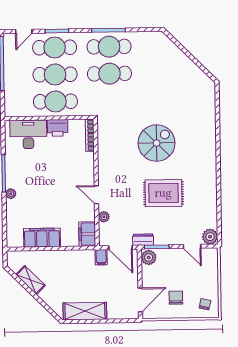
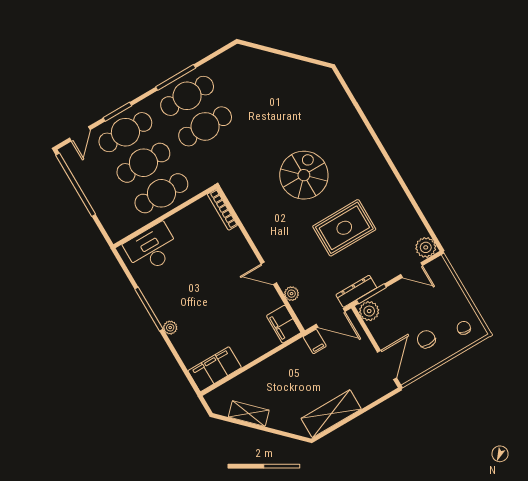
printer: (58, 128) -> (181, 222), removed
filing cabinet: (42, 238) -> (215, 369), moved
dresser: (143, 240) -> (356, 291), width x1.44

